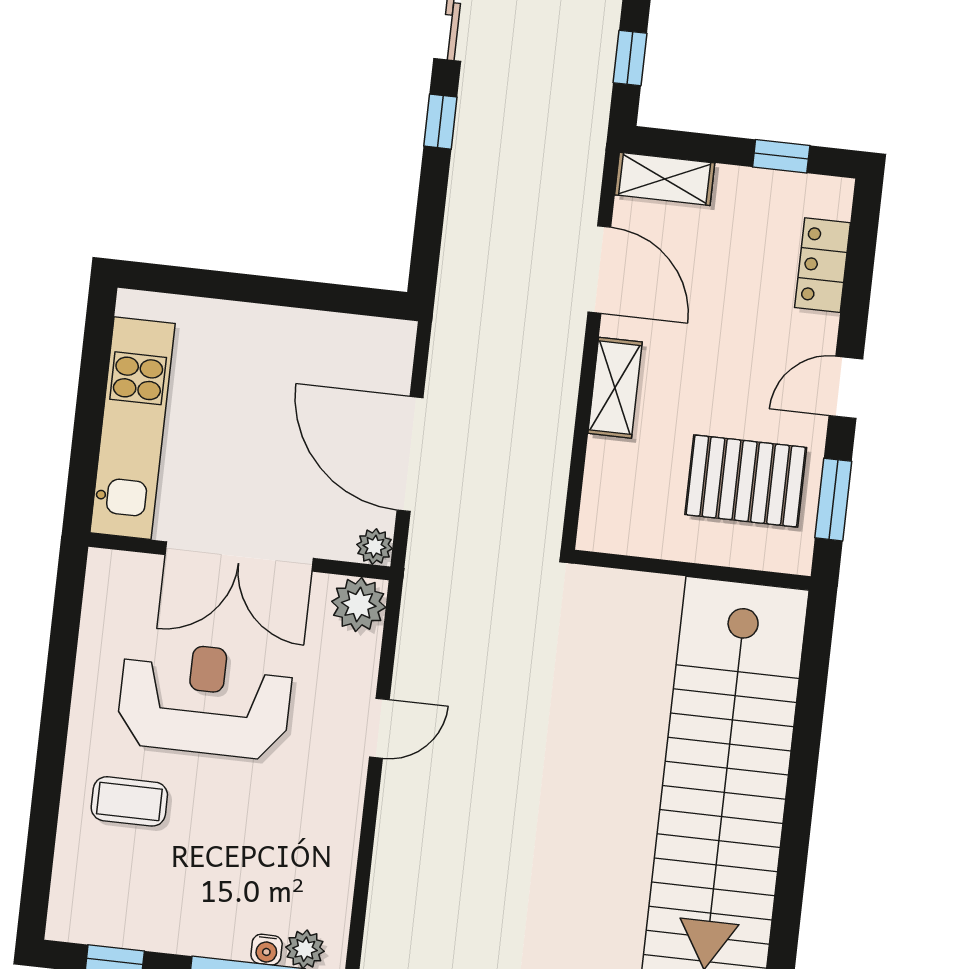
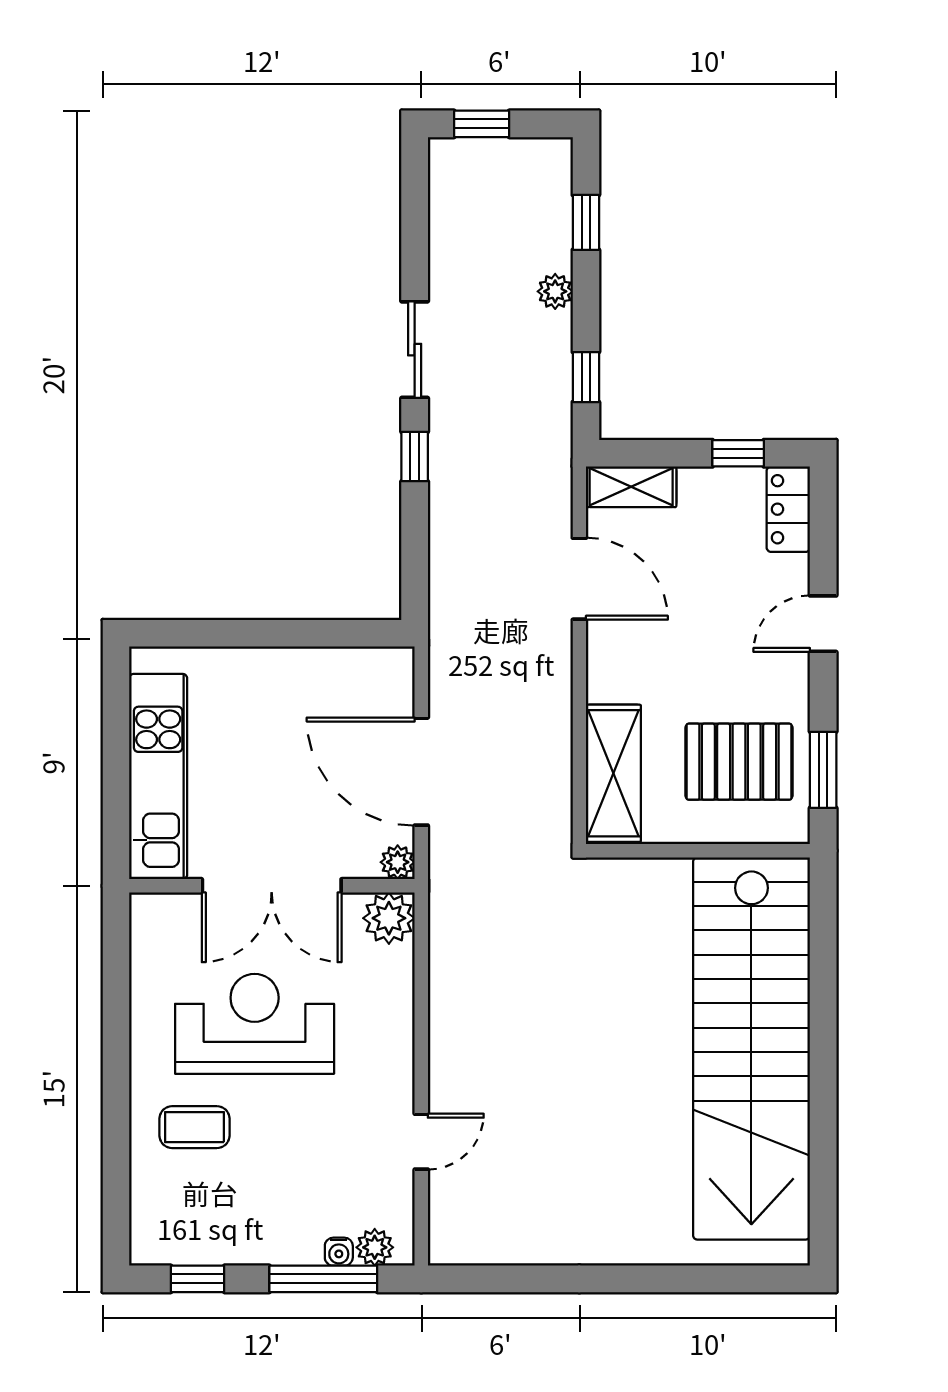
locker: (823, 265) -> (788, 509), moved
door: (846, 387) -> (823, 624), moved
shelving: (615, 388) -> (613, 773), moved, width x1.50, depth x1.33
door: (379, 728) -> (421, 1142), moved

